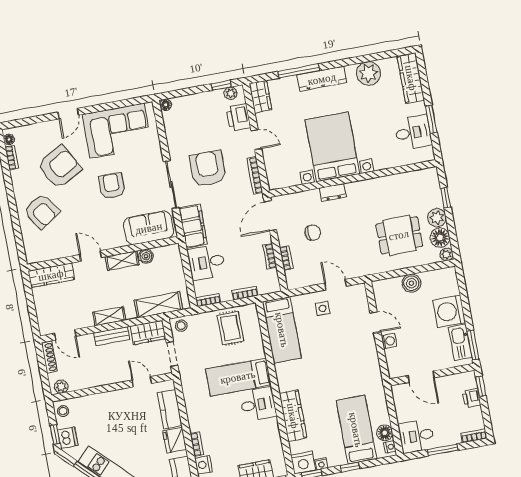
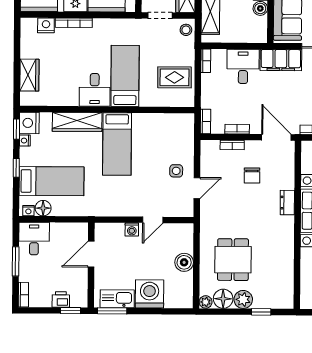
bookcase: (245, 293) -> (205, 121), moved
bed: (282, 330) -> (117, 144), moved, turned -90
bookcase: (197, 444) -> (74, 23), width x1.56

